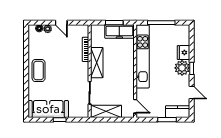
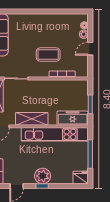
freezer: (119, 32) -> (73, 118), moved, turned 90
fridge: (183, 53) -> (81, 177), moved
shelving: (97, 63) -> (32, 119), moved
coffee table: (39, 71) -> (48, 54), moved

